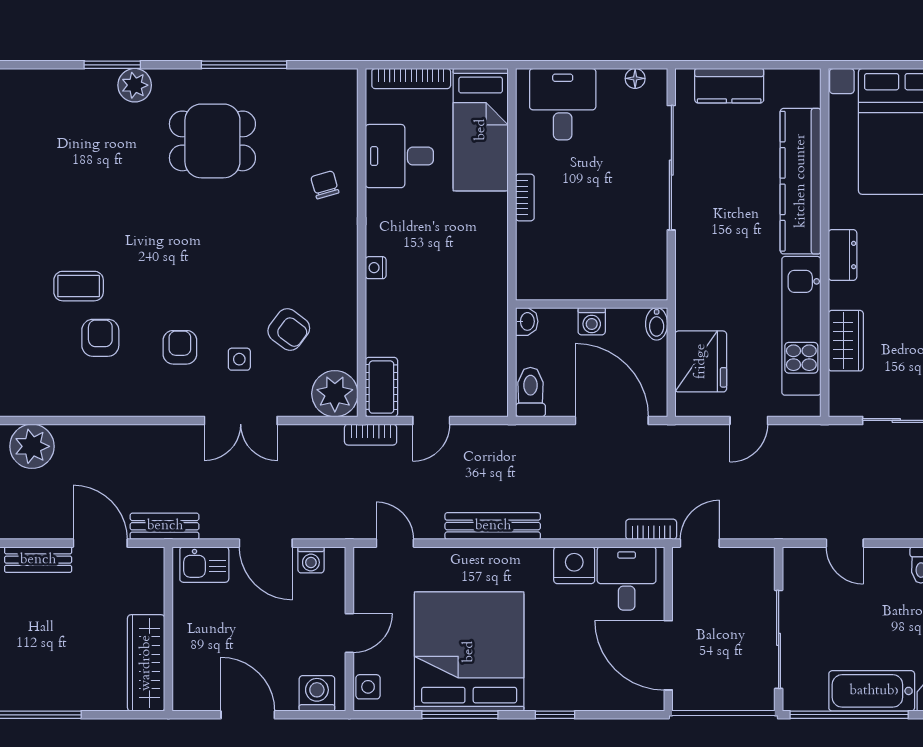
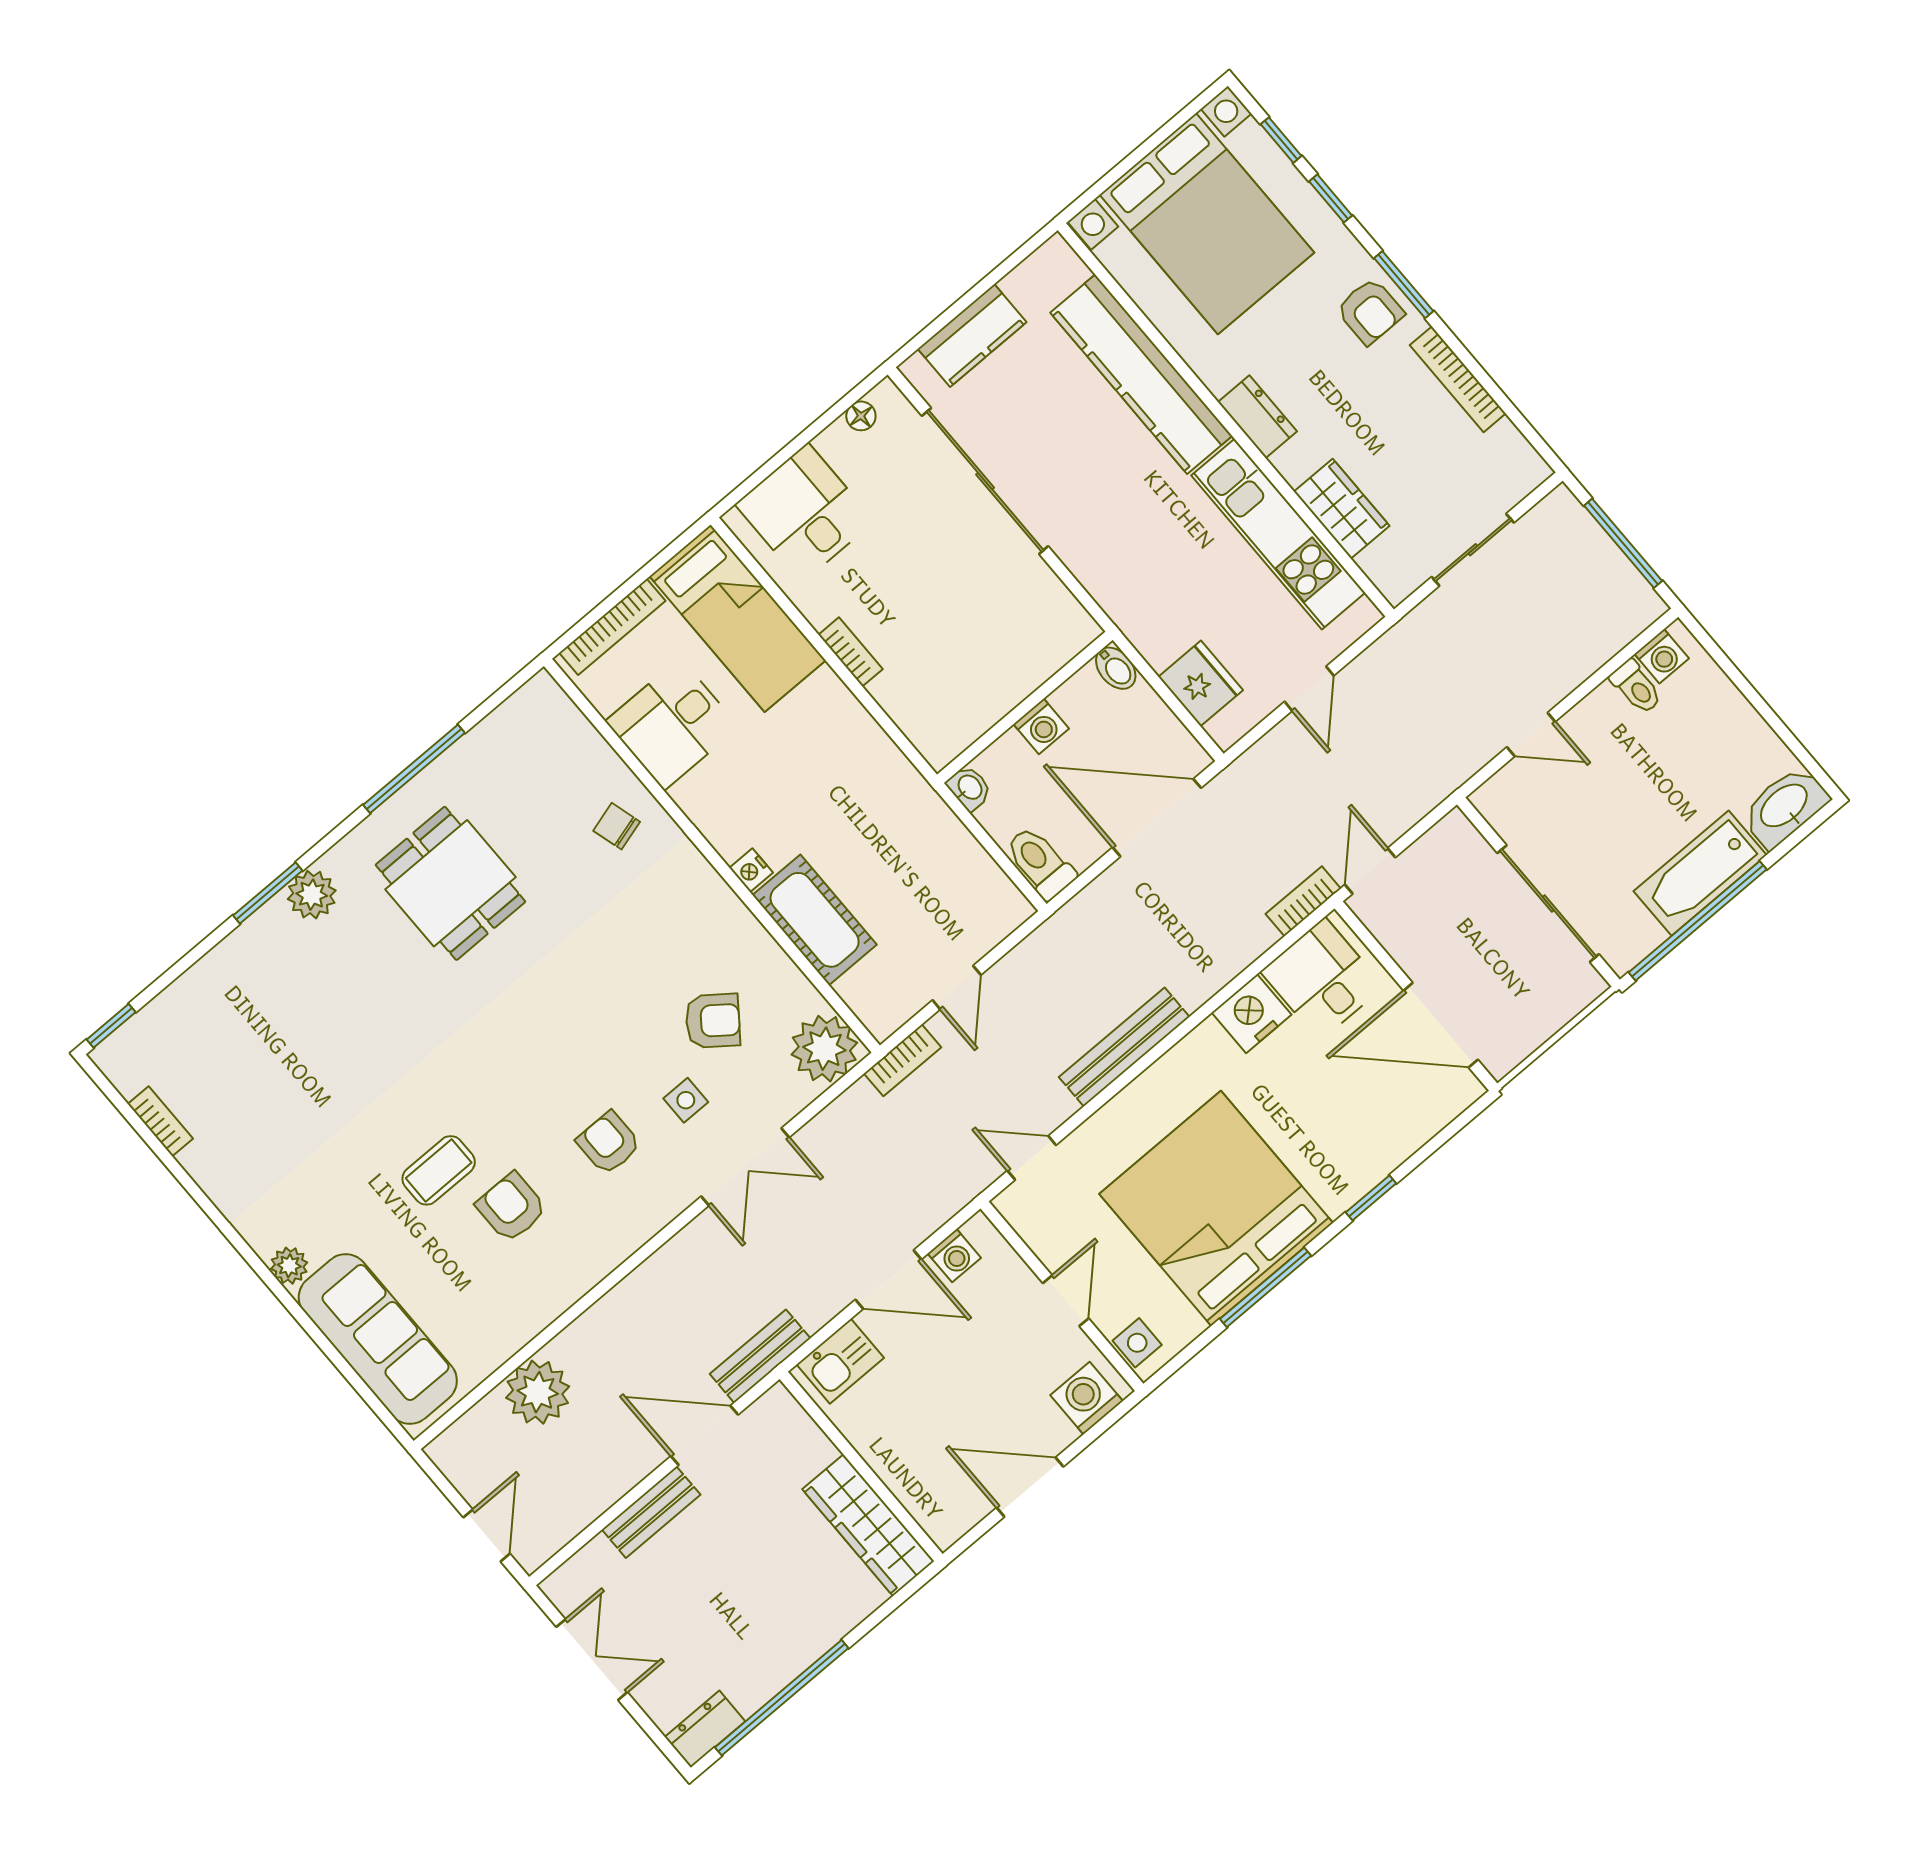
dining table: (212, 141) -> (451, 883), turned 90
fridge: (701, 361) -> (1201, 683), width x0.73, depth x0.75
cot: (381, 387) -> (815, 920), moved, width x1.37, depth x1.34

